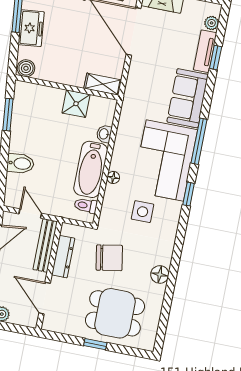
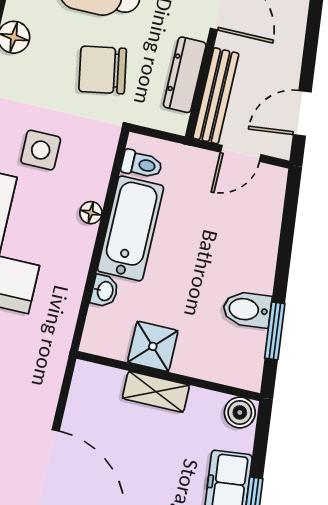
shelving: (103, 84) -> (156, 392), moved
bidet: (20, 163) -> (247, 310), moved
door: (30, 214) -> (241, 153), hinge flipped

